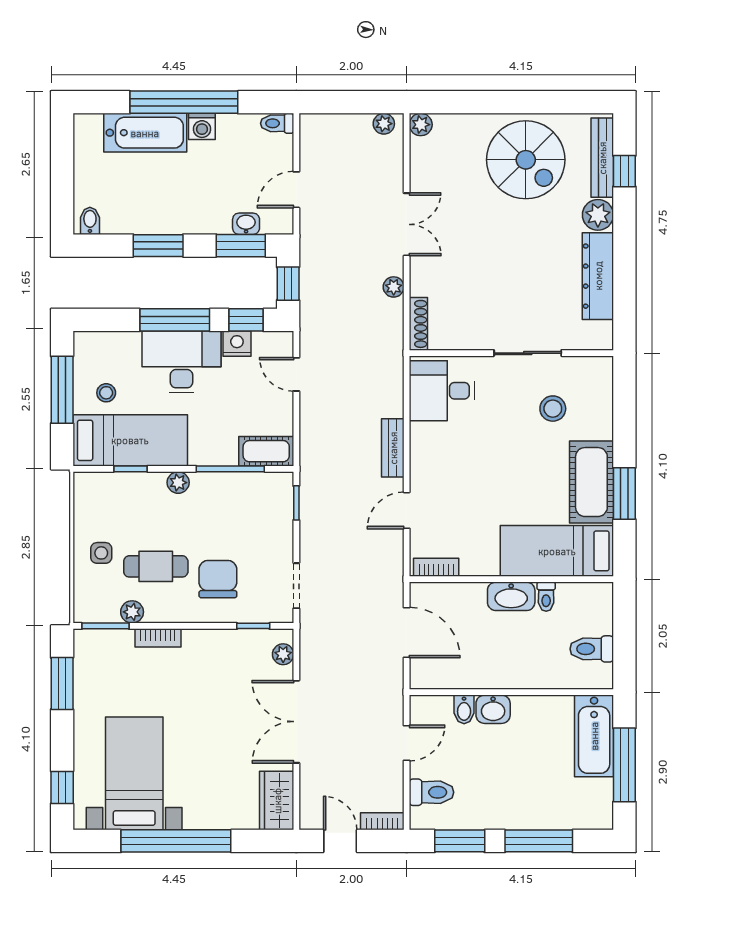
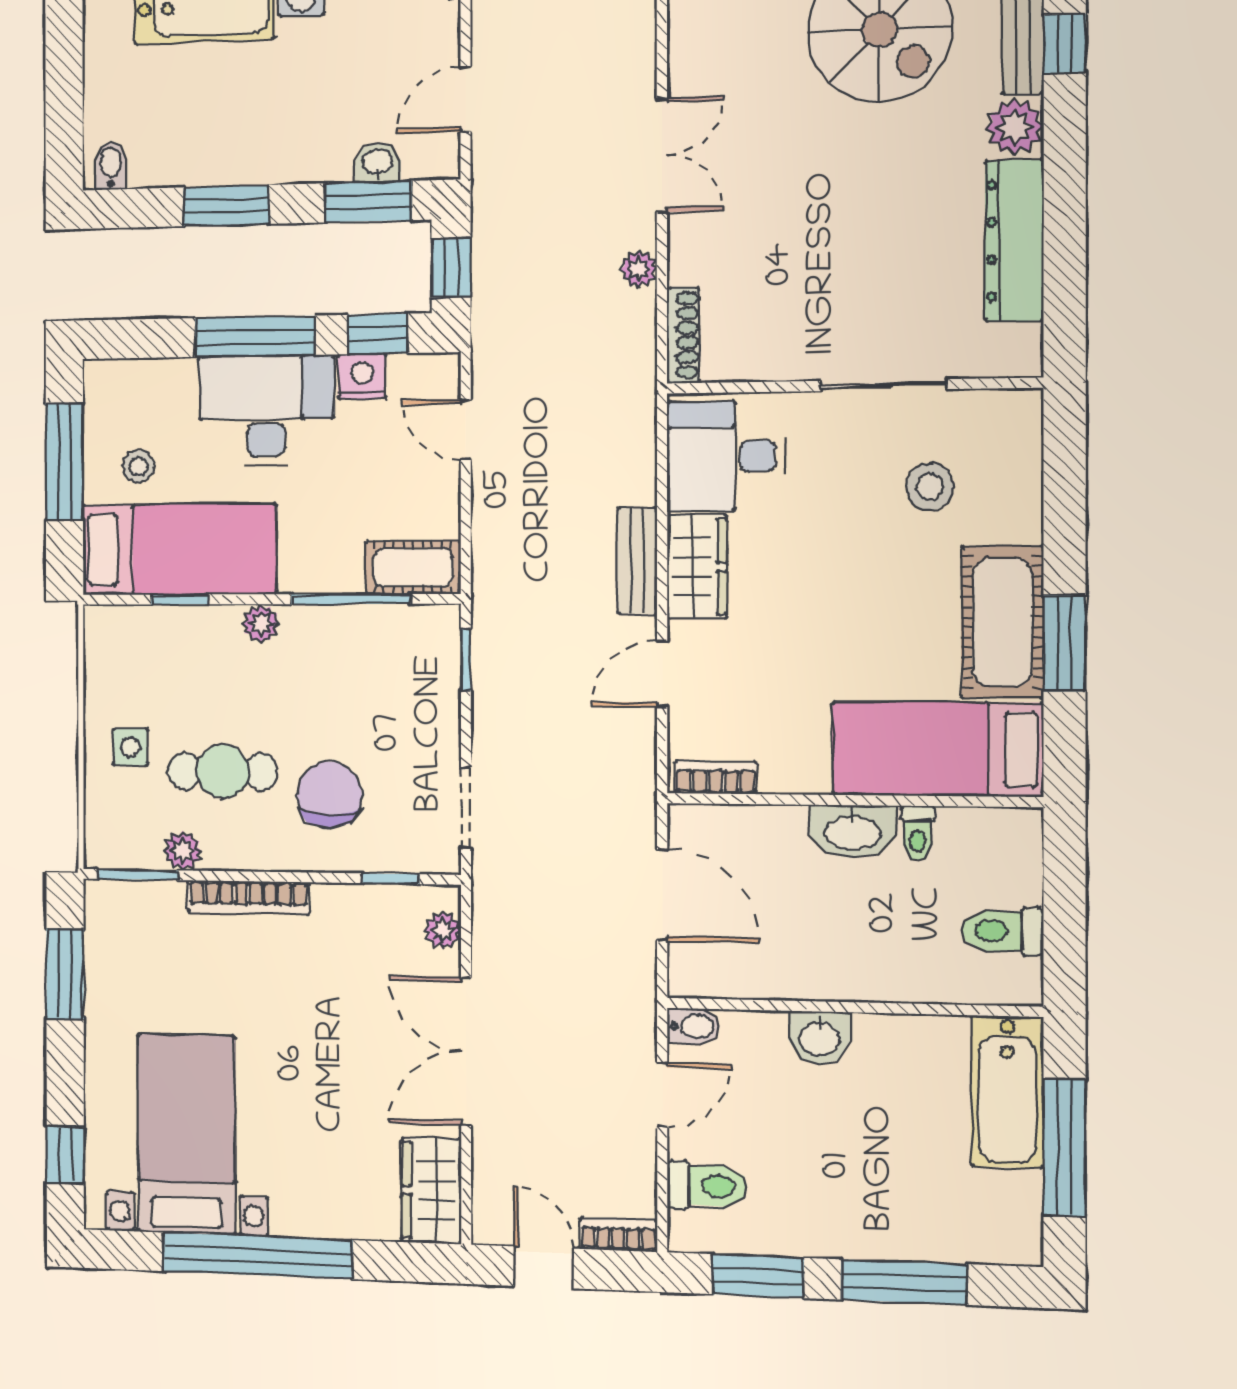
wardrobe: (426, 452) -> (697, 567), added
bookcase: (158, 638) -> (248, 897), width x1.56
bidet: (464, 709) -> (693, 1026), moved, turned -90

